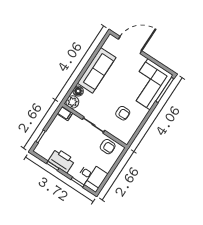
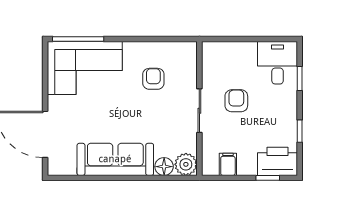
filing cabinet: (65, 113) -> (228, 164), moved
armchair: (108, 147) -> (236, 101), moved
printer: (62, 160) -> (277, 161), moved, turned 90

